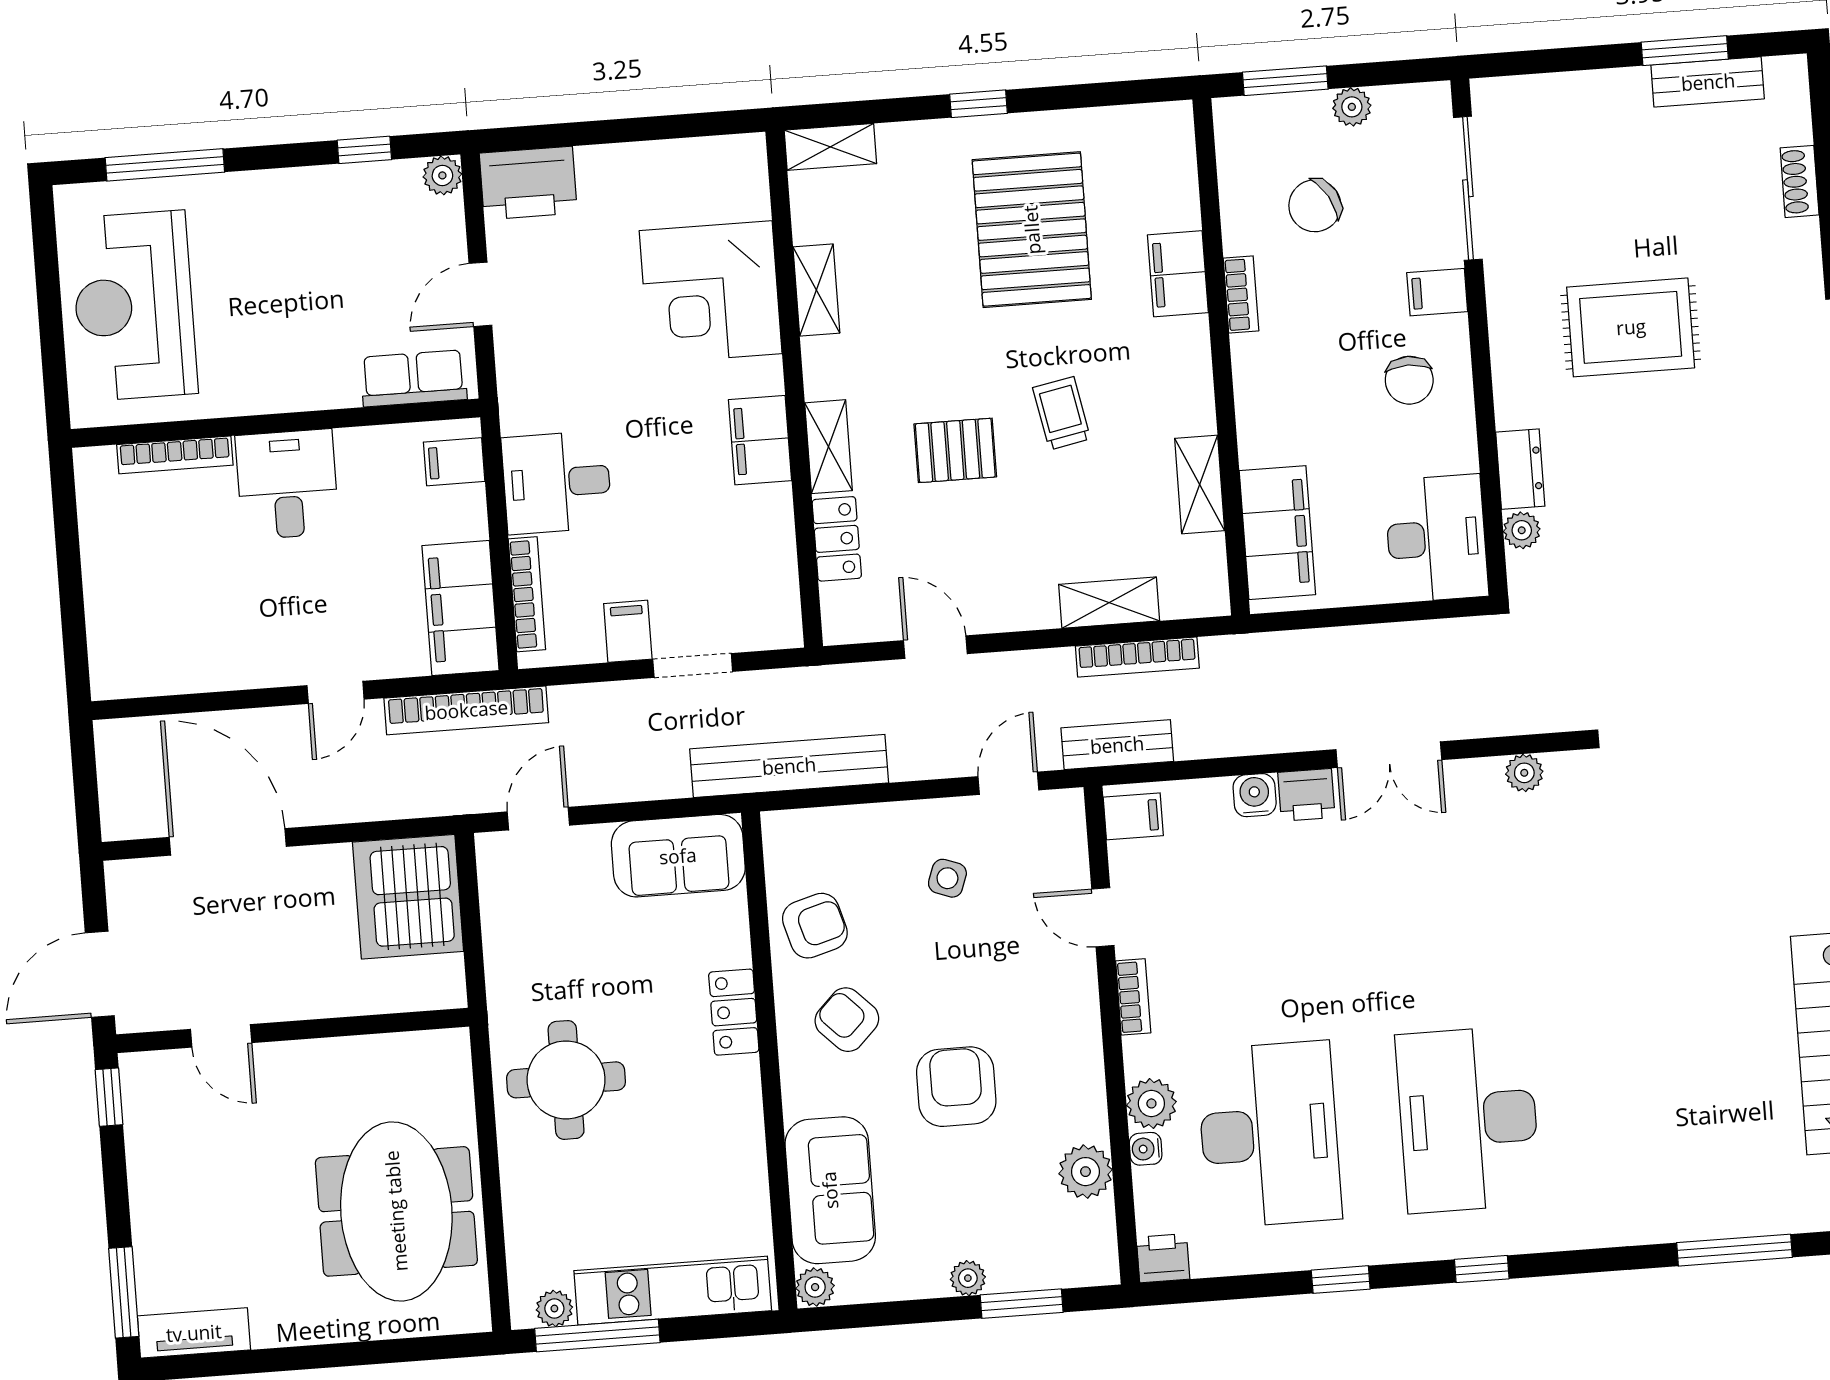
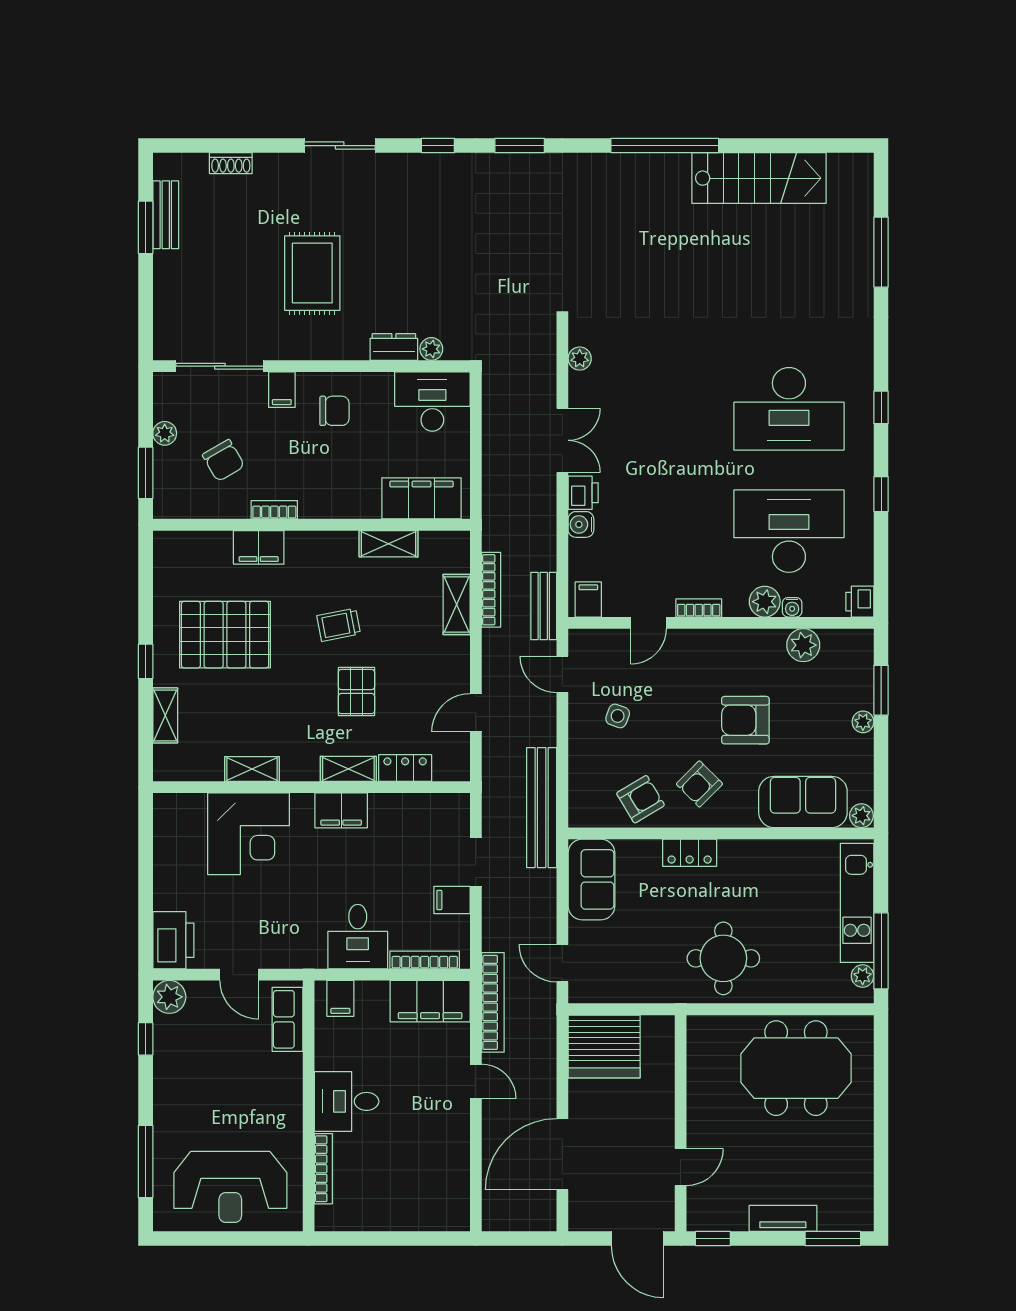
shelving: (830, 147) -> (165, 715), moved
plant: (442, 175) -> (169, 997), width x1.38, depth x1.38
armchair: (815, 926) -> (641, 799), turned 75
tv unit: (194, 1333) -> (783, 1218), moved, turned 90

